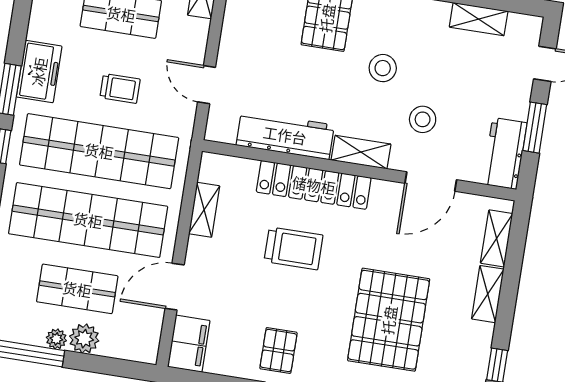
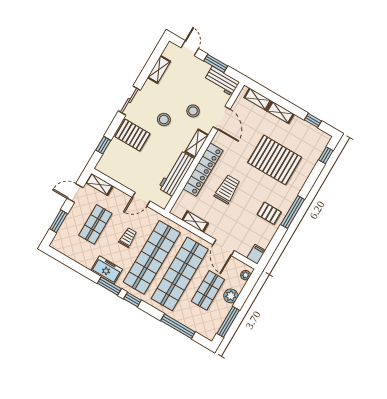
plant: (56, 339) -> (246, 275), moved
filing cabinet: (189, 344) -> (256, 254), width x0.50

